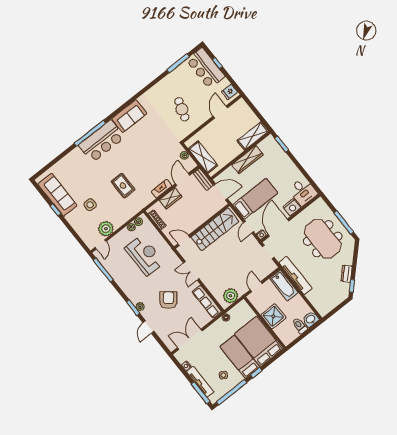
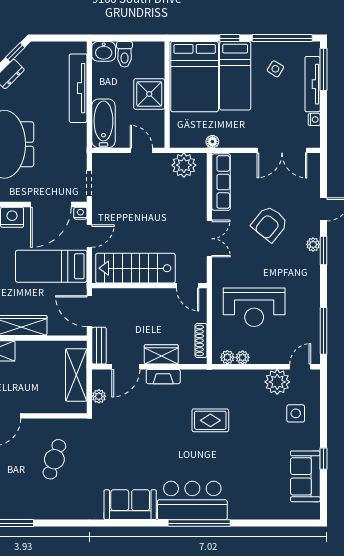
rug: (123, 186) -> (210, 420), turned 90
sofa: (57, 195) -> (305, 476), width x0.73
side table: (90, 205) -> (296, 413), moved
reception desk: (145, 255) -> (254, 307), turned -90
tv unit: (296, 276) -> (78, 88), moved
door: (256, 287) -> (141, 150), swing flipped

